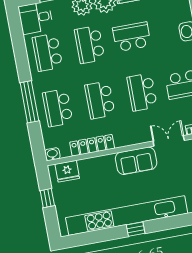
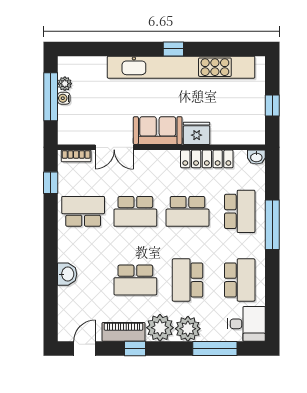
school desk: (90, 45) -> (187, 280), turned 180
school desk: (142, 92) -> (135, 211), turned 90
school desk: (100, 100) -> (187, 211), turned 90
fridge: (67, 171) -> (197, 133), moved

